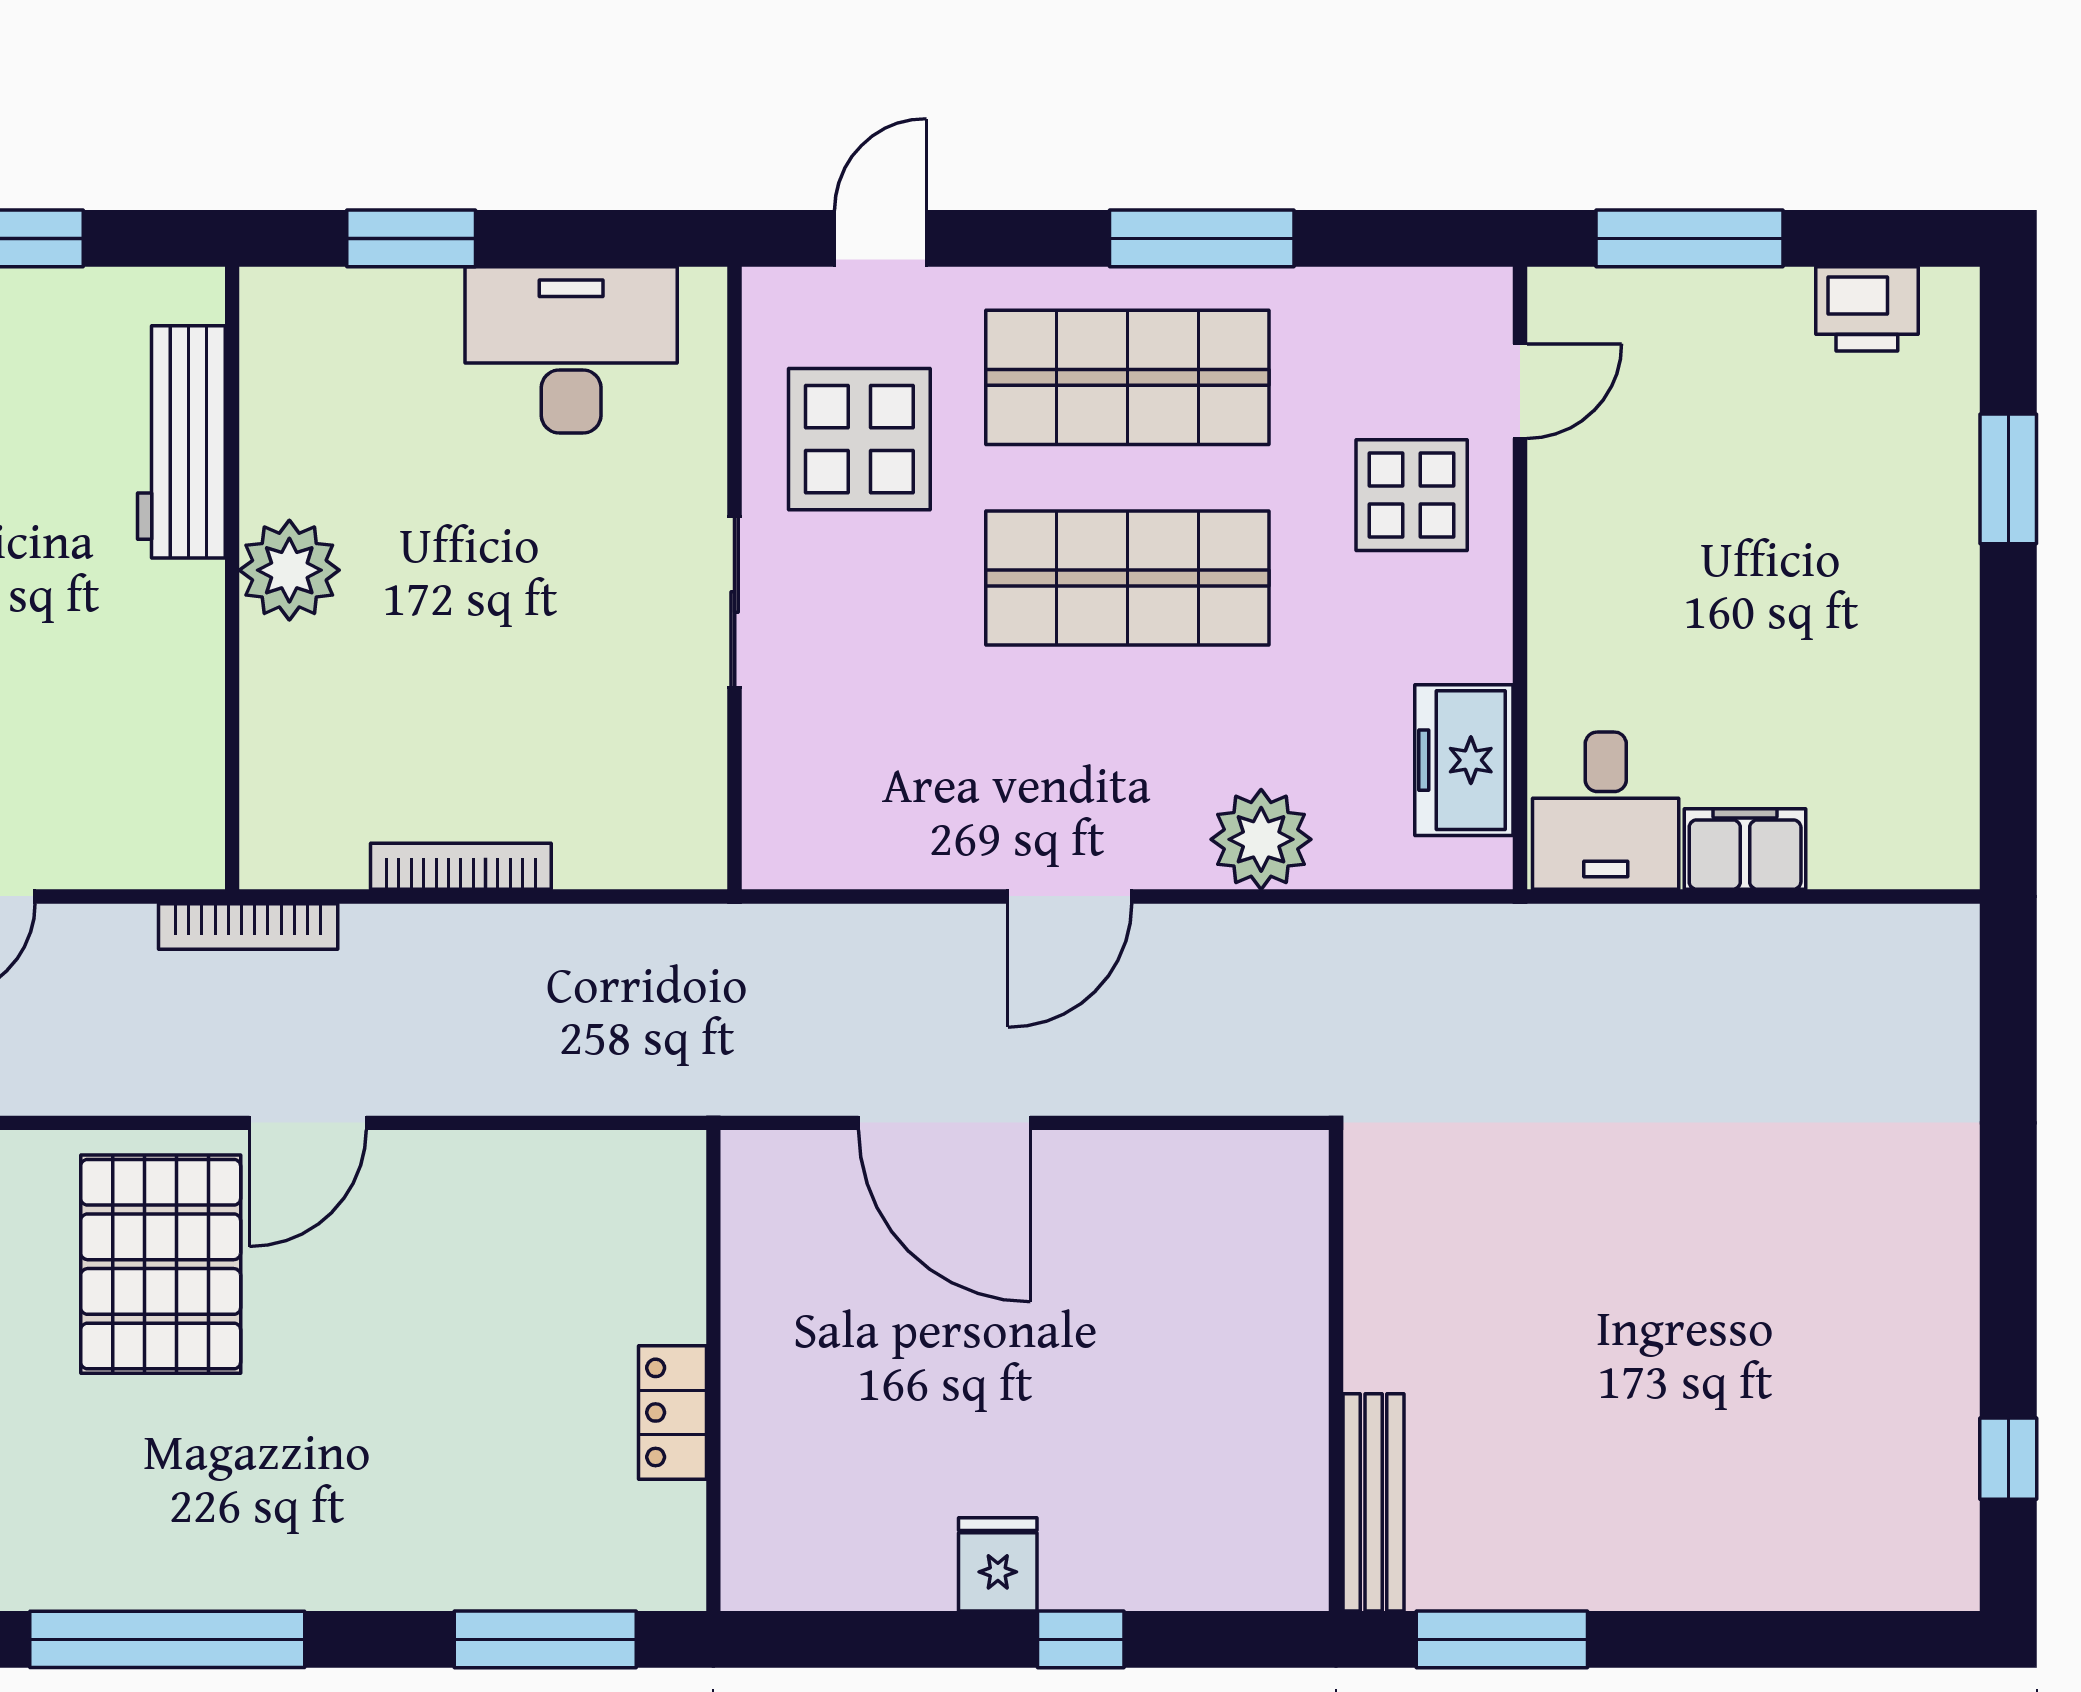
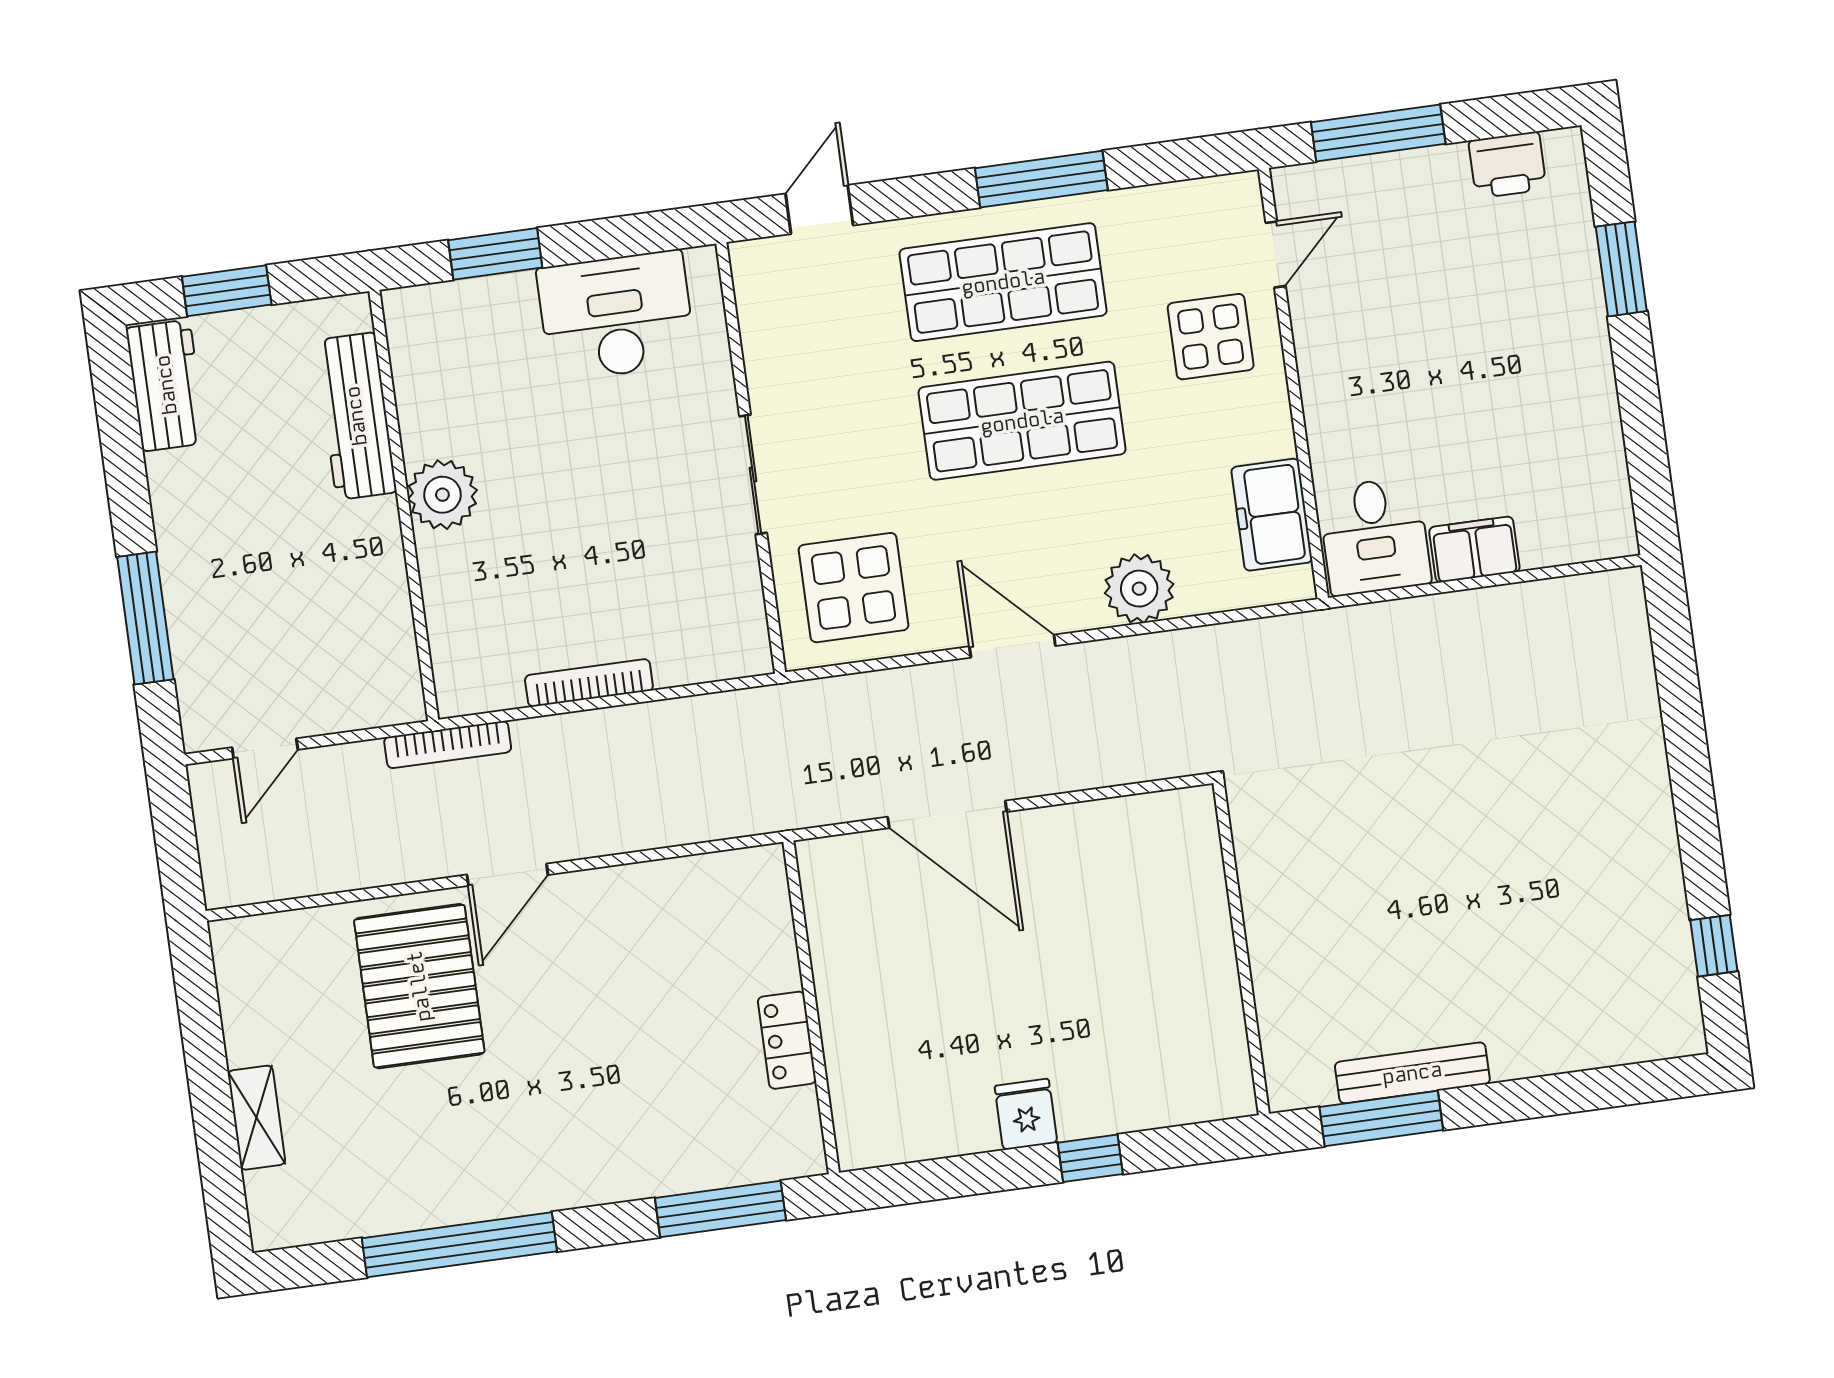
display table: (859, 439) -> (854, 588), moved
door: (1070, 896) -> (1012, 646), swing flipped
bench: (1374, 1502) -> (1412, 1073), moved, turned 90

